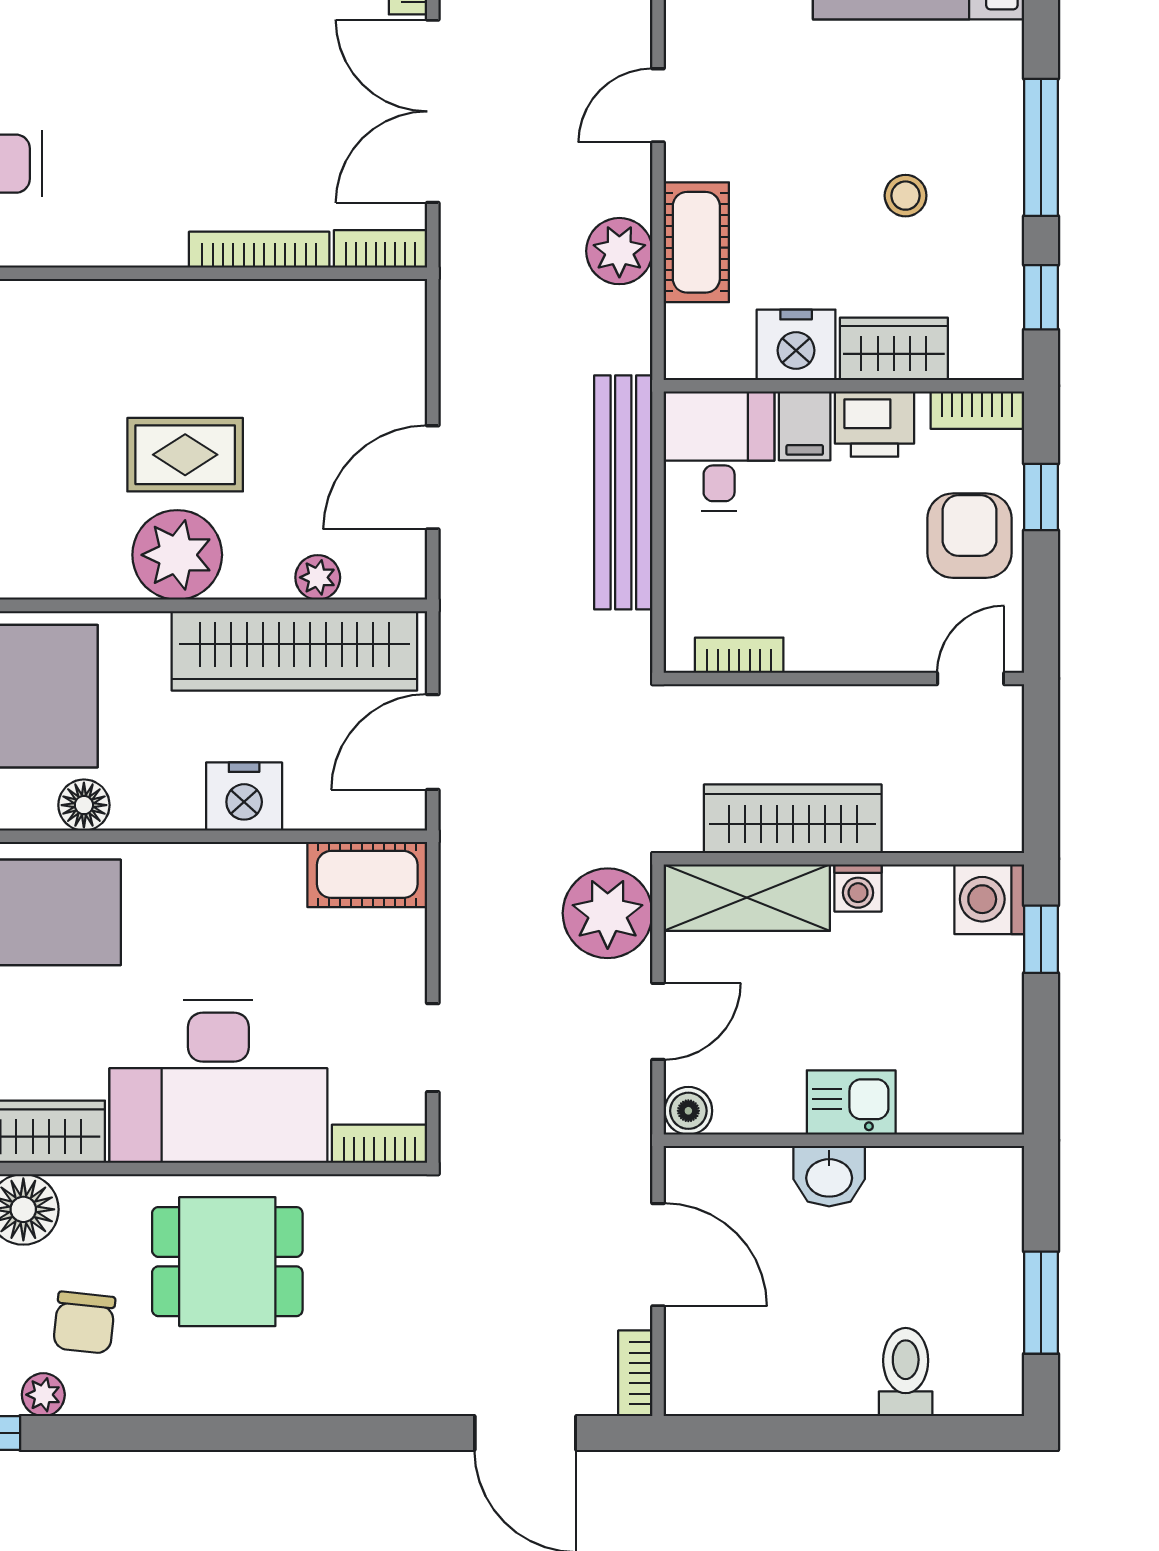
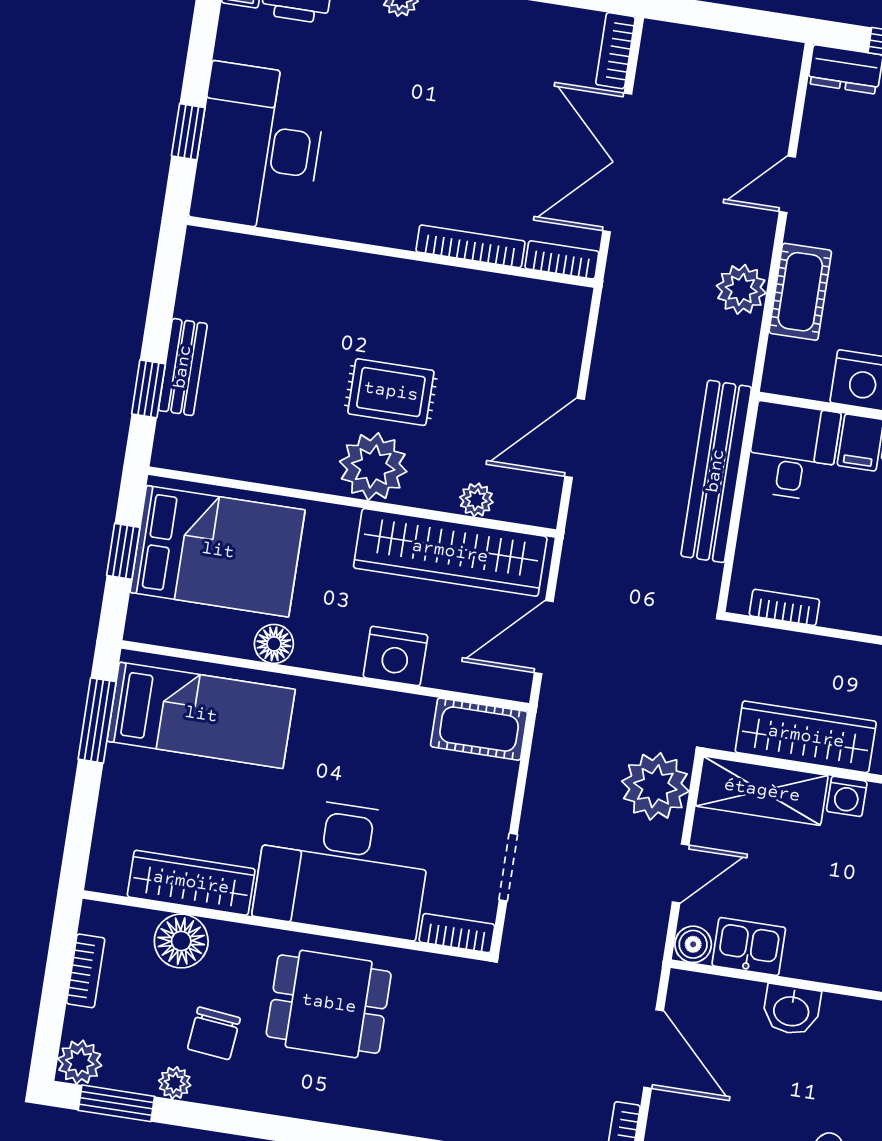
kitchen sink: (851, 1102) -> (749, 947), moved

